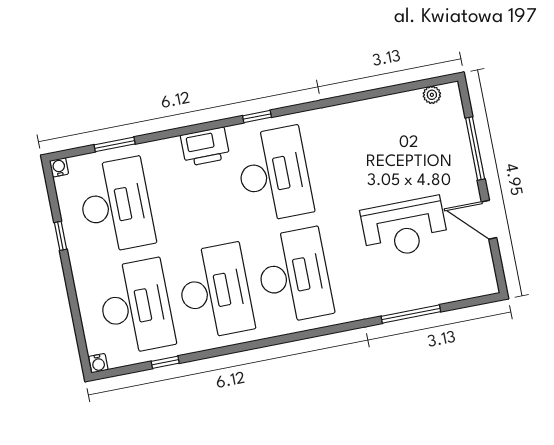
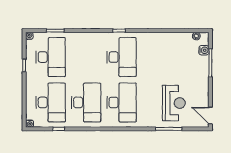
water cooler: (455, 123) -> (204, 50), added
printer: (205, 147) -> (94, 39), removed
door: (489, 220) -> (210, 116), moved
reception desk: (404, 228) -> (174, 103), moved, turned -90

